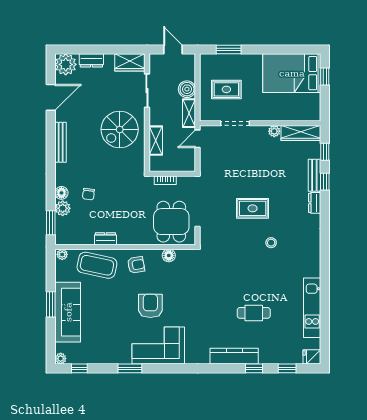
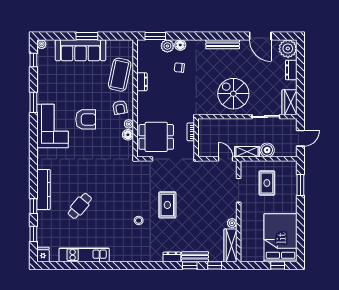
shelving: (156, 141) -> (224, 124), removed
plant: (62, 254) -> (129, 124), moved
cafe table: (254, 313) -> (80, 206), turned 40

